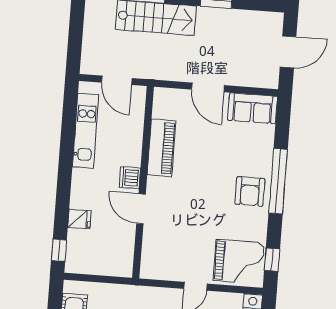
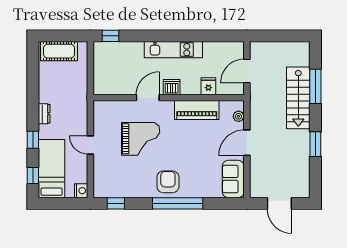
plant: (174, 95) -> (239, 116), added
kitchen unit: (86, 131) -> (173, 50), moved
armchair: (250, 191) -> (168, 182), turned 90
fridge: (79, 219) -> (208, 86), moved, turned 180
grand piano: (239, 262) -> (141, 139), moved, turned -90

